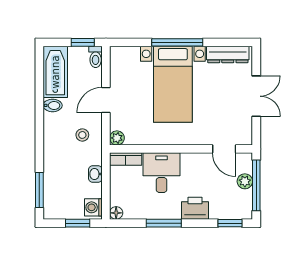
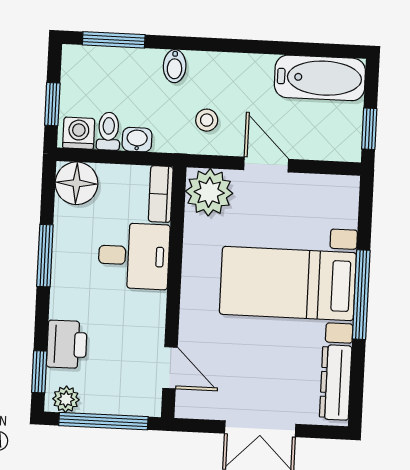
toilet: (96, 57) -> (109, 131), moved, turned 90
bidet: (53, 105) -> (175, 66), moved
plant: (117, 138) -> (209, 192), width x1.88, depth x1.88
door: (224, 149) -> (170, 368), swing flipped
plant: (245, 181) -> (66, 399), moved
printer: (195, 208) -> (67, 344), moved
floor lamp: (116, 213) -> (76, 183), width x1.89, depth x1.89

